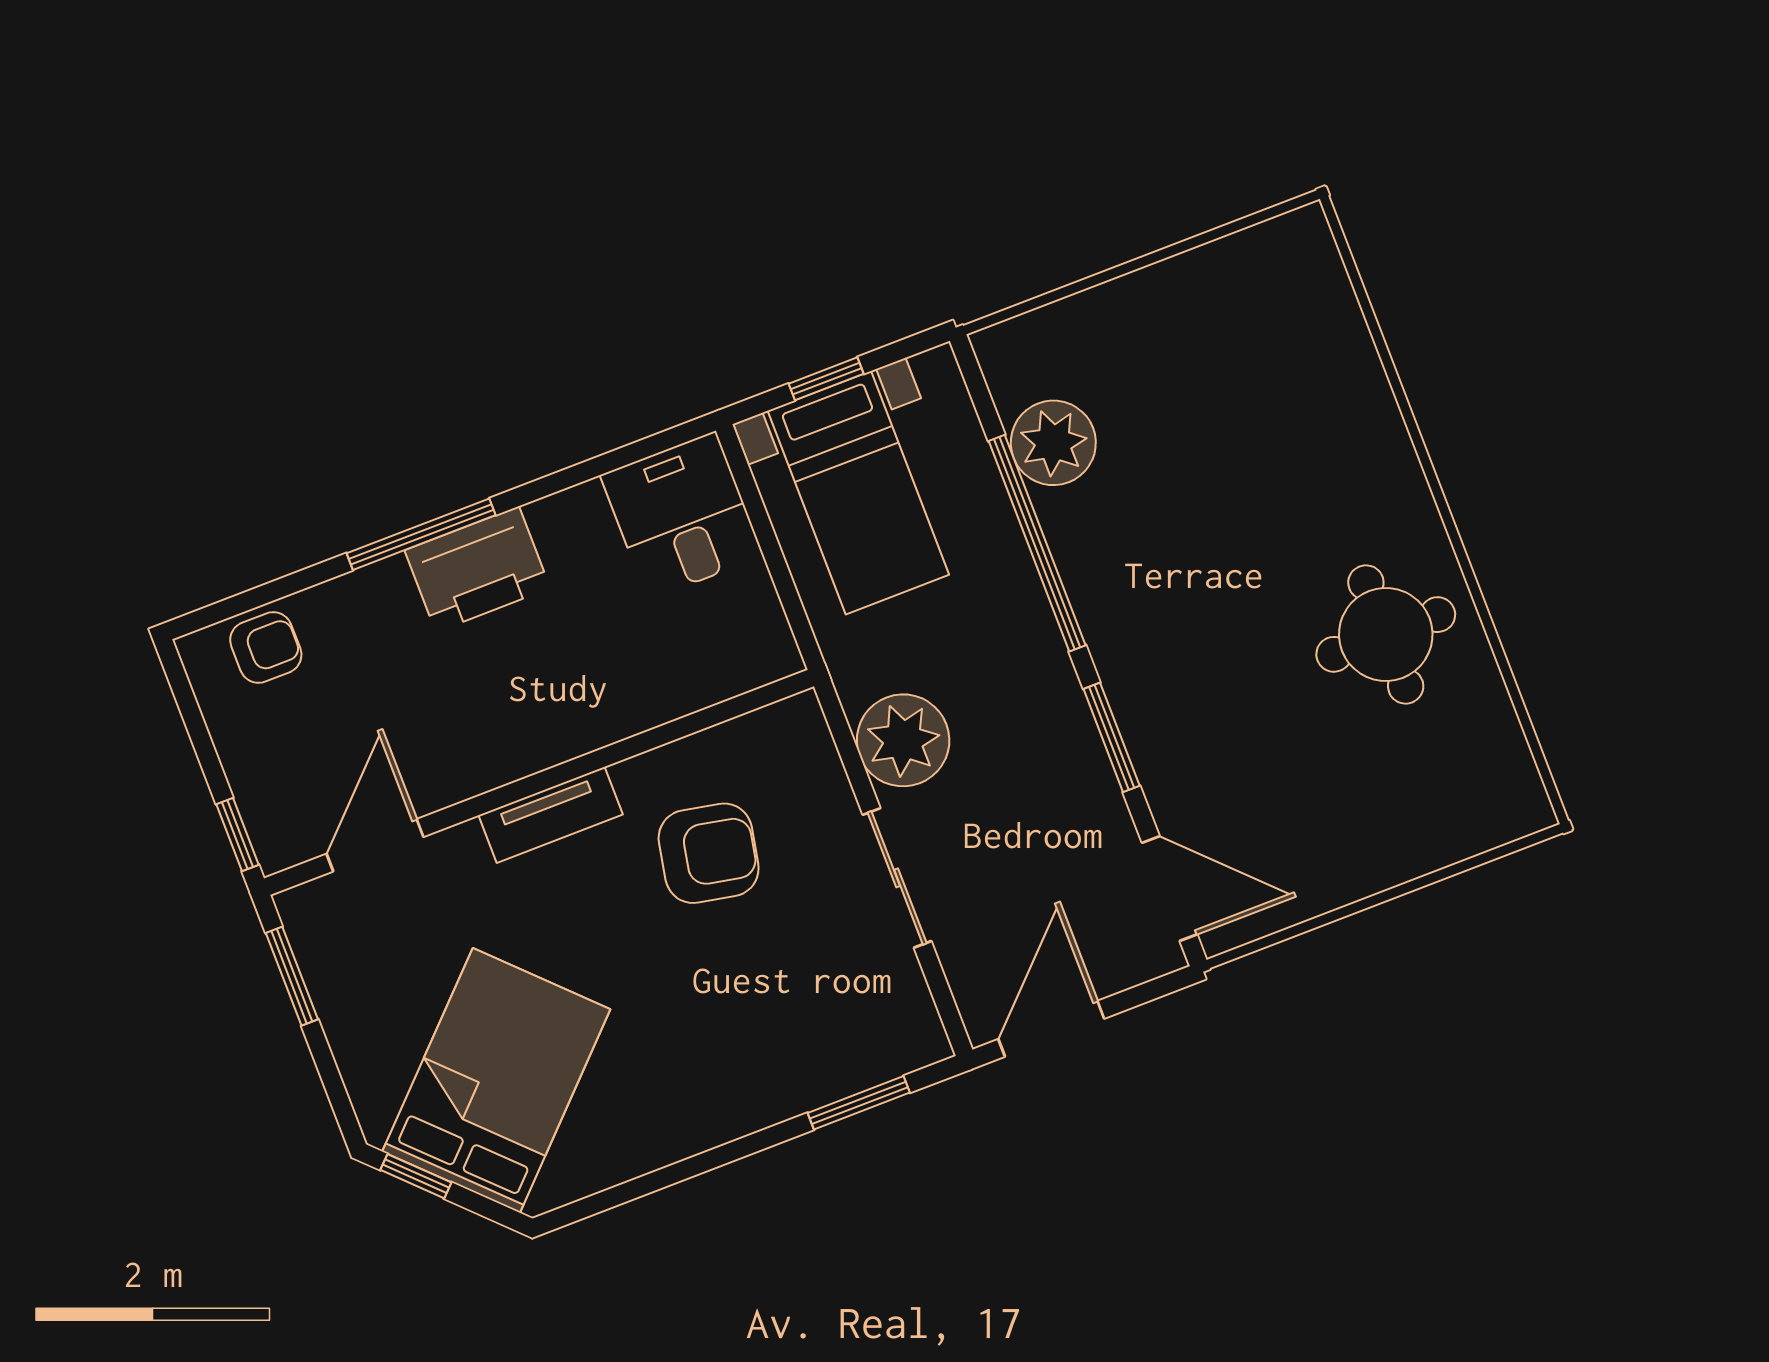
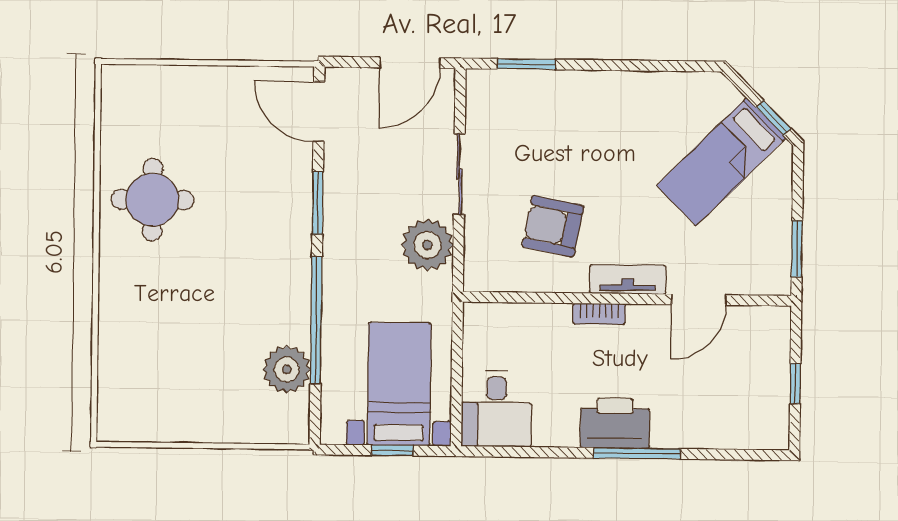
armchair: (266, 647) -> (742, 426), removed
bookcase: (575, 739) -> (599, 314), added
window: (238, 834) -> (795, 384), moved
door: (375, 845) -> (699, 300), moved
bed: (496, 1080) -> (721, 162), width x0.67

